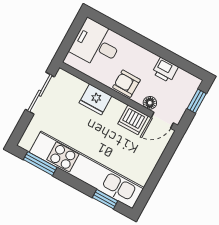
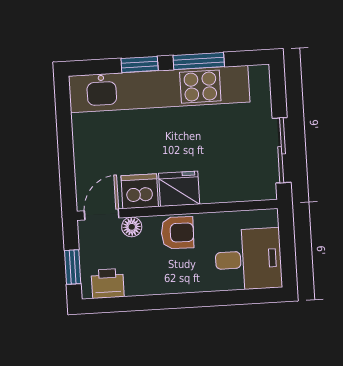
printer: (165, 70) -> (108, 283), moved
fridge: (95, 99) -> (179, 189), moved
window: (40, 164) -> (199, 61), moved
window: (105, 199) -> (140, 64), moved

